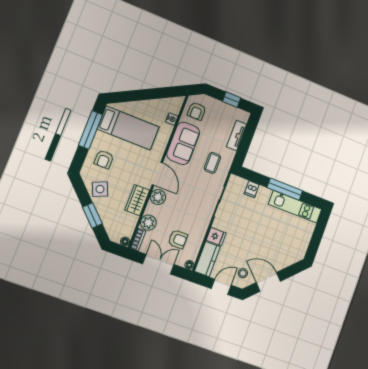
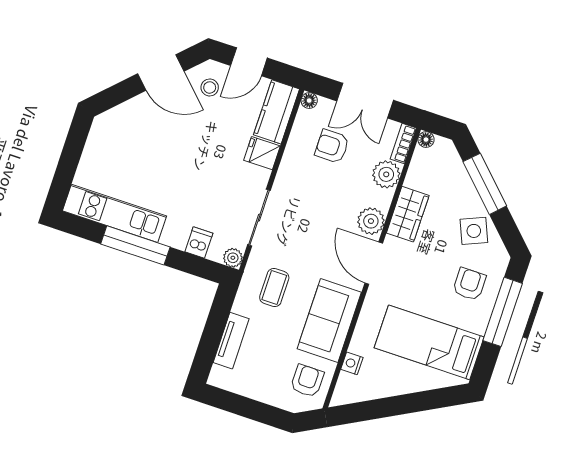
window: (232, 100) -> (243, 406), removed
window: (90, 130) -> (503, 312), moved
plant: (234, 180) -> (233, 258), added
window: (92, 215) -> (485, 184), width x1.44

